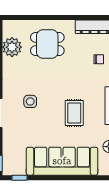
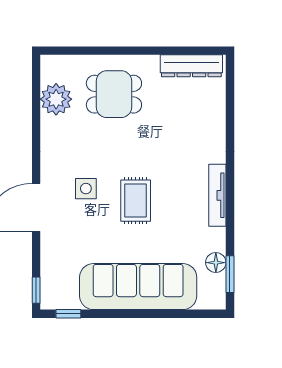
chair: (99, 59) -> (198, 119), removed
rug: (74, 113) -> (136, 201), moved

